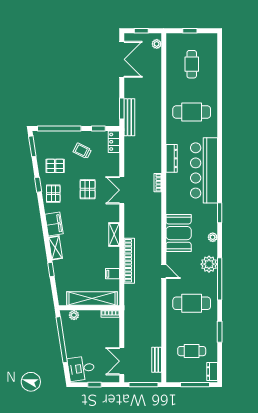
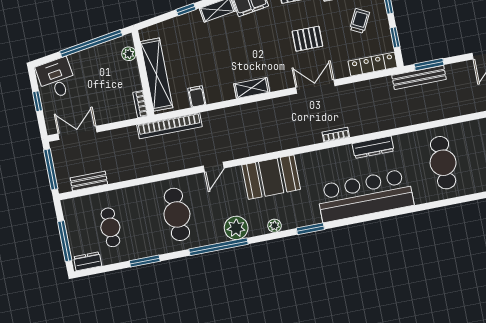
locker: (114, 142) -> (373, 64), width x1.53
bookcase: (129, 261) -> (169, 126), moved

